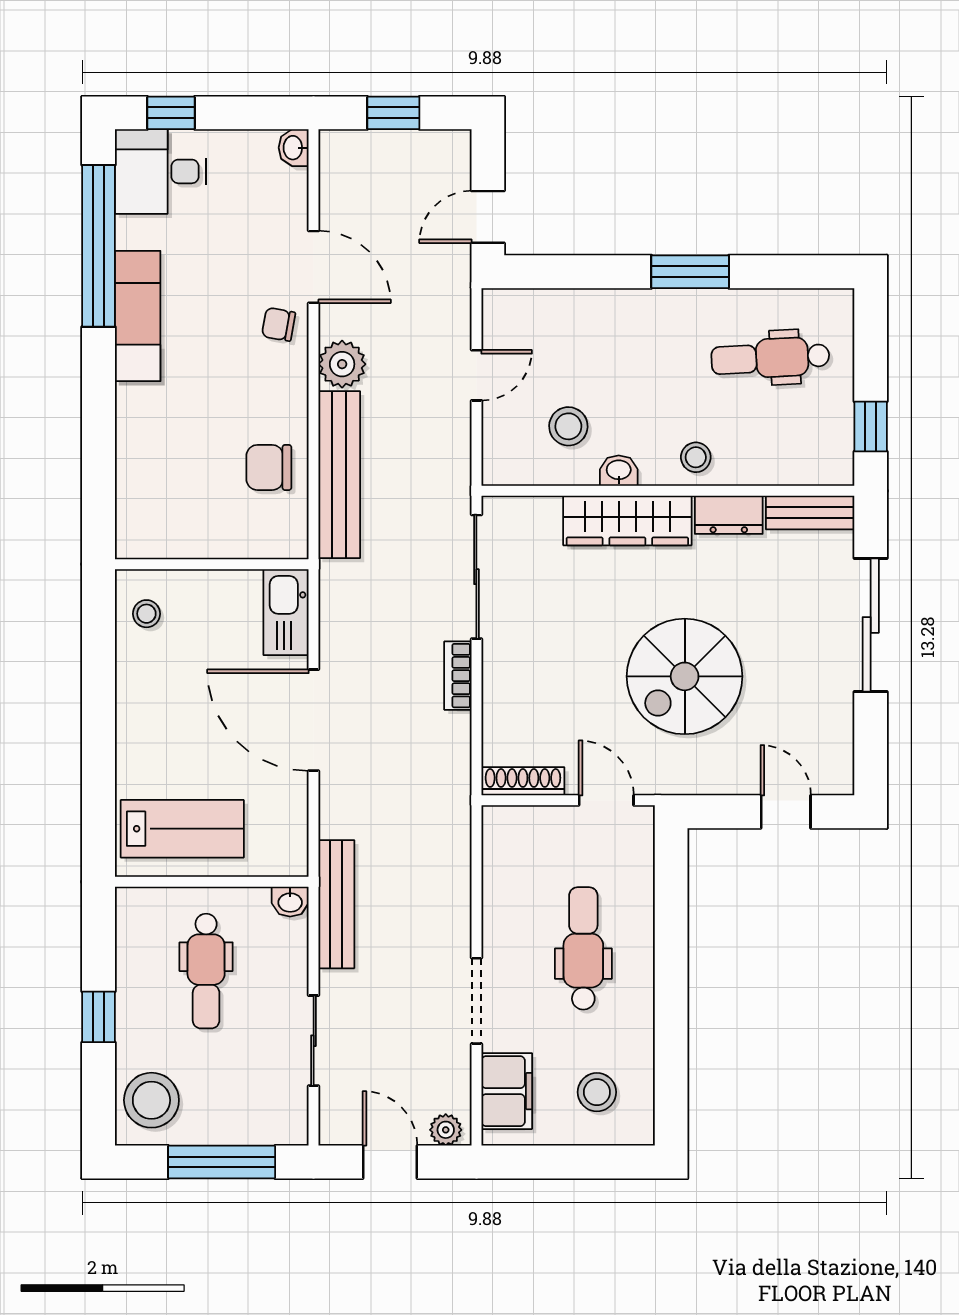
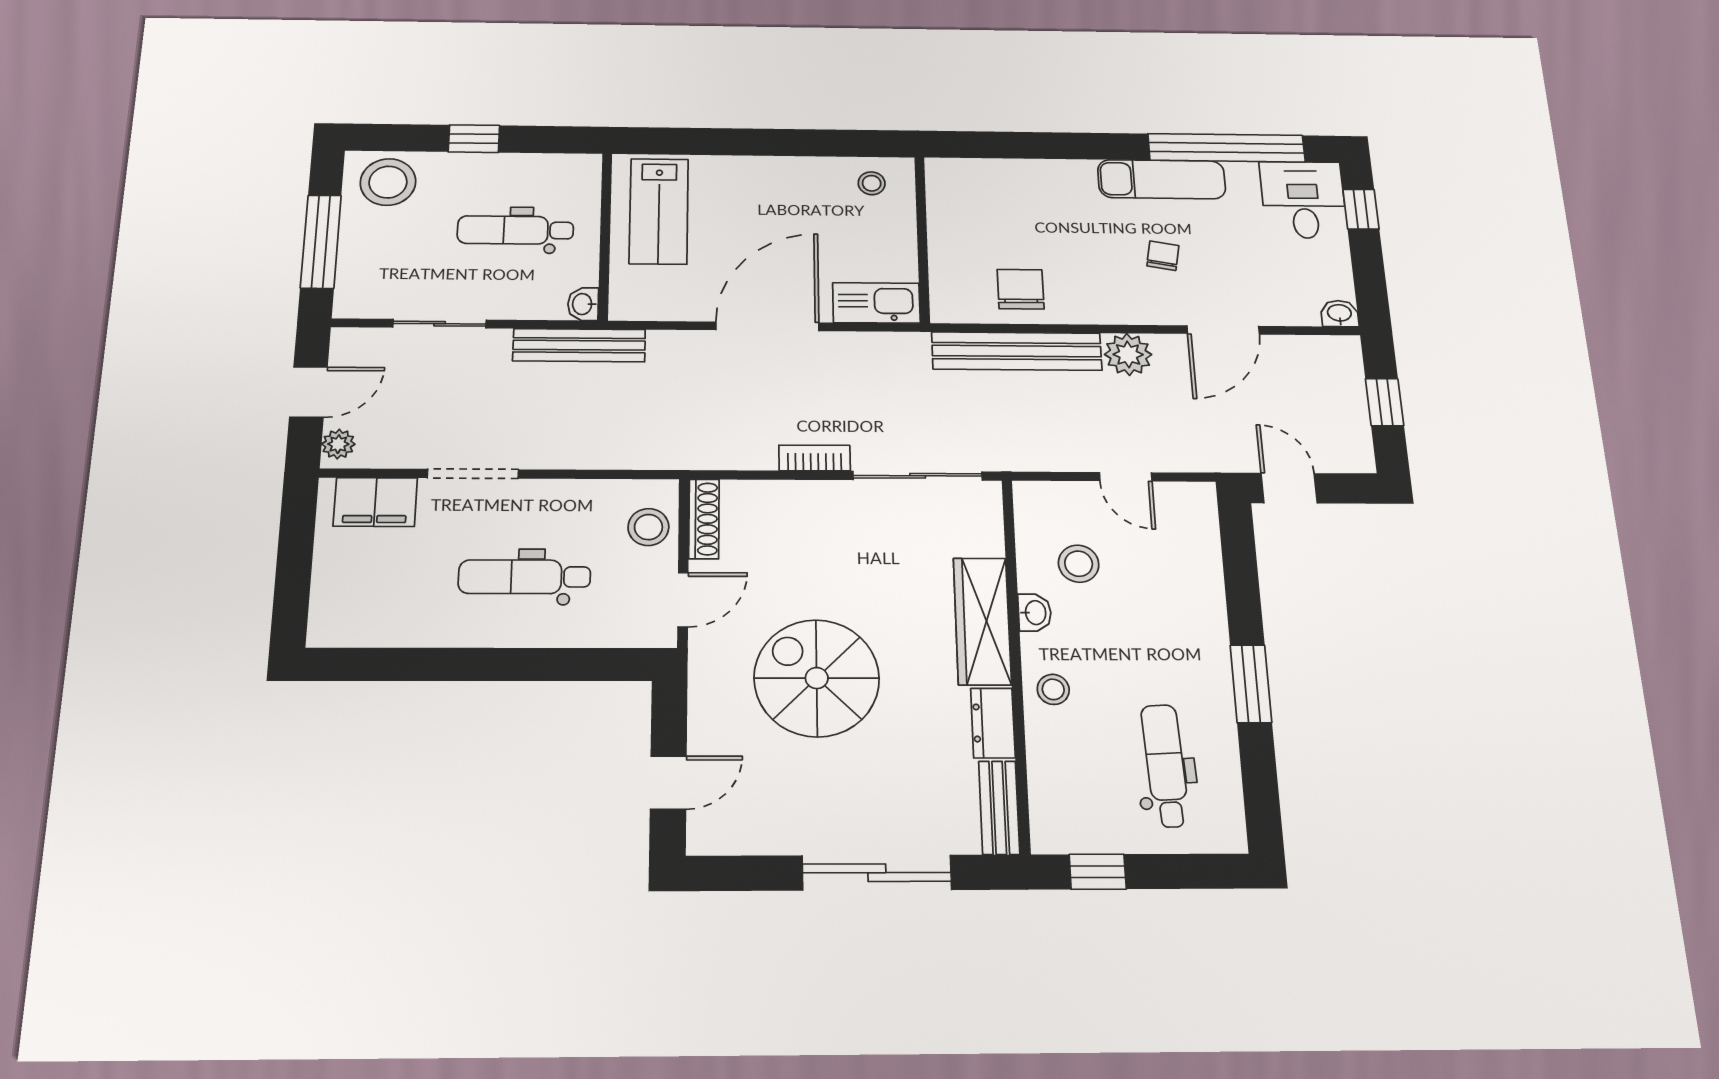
chair: (279, 324) -> (1163, 256), moved
dental chair: (583, 948) -> (524, 577), turned 180
stool: (597, 1092) -> (648, 527), moved

